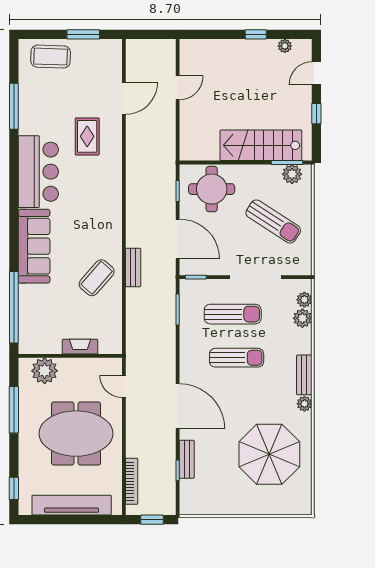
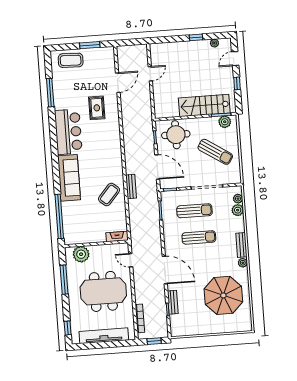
fireplace: (80, 347) -> (117, 237), moved

